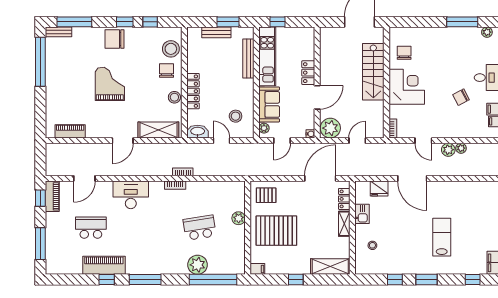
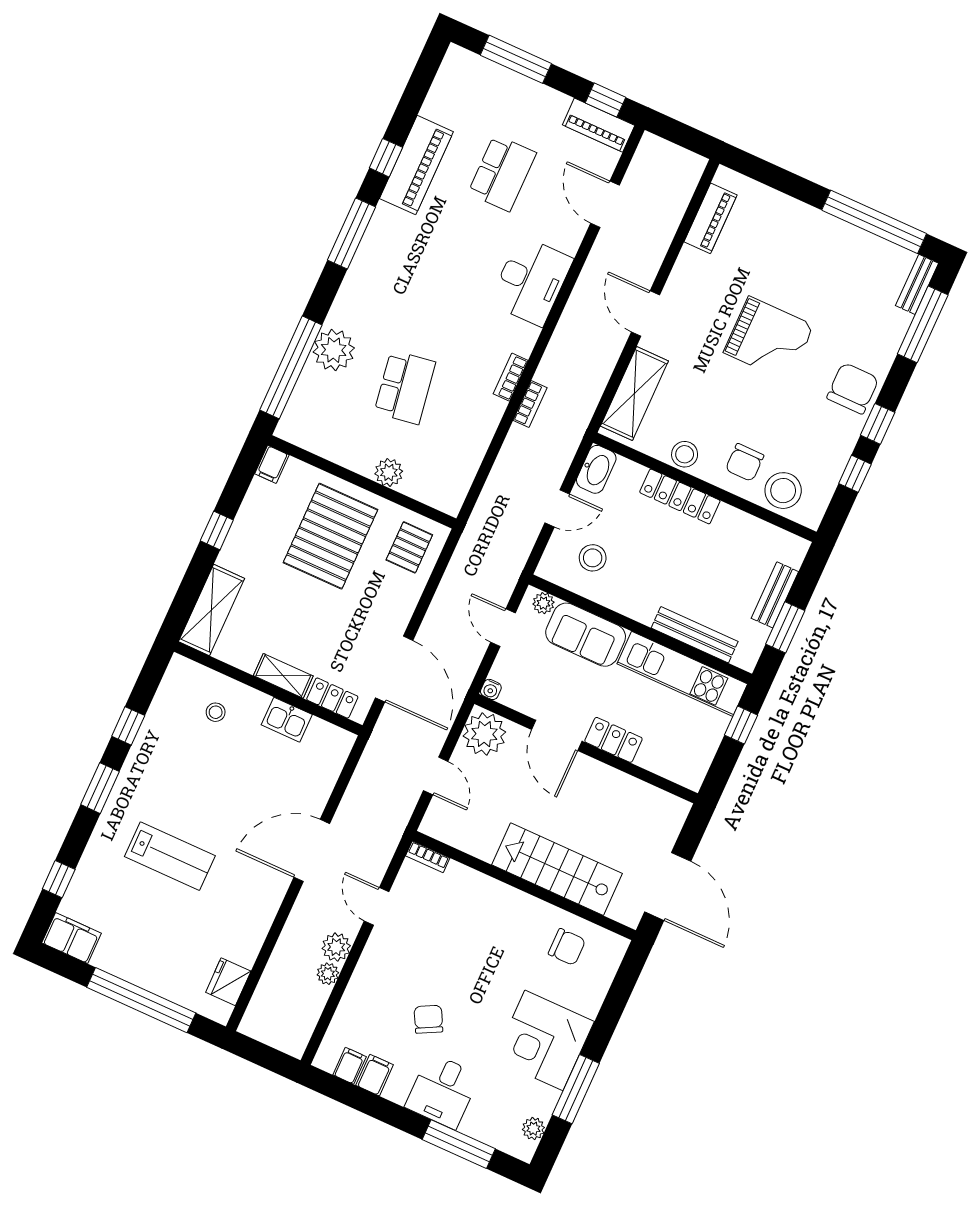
chair: (166, 70) -> (745, 462), turned 90
corner desk: (407, 87) -> (544, 1040), moved, turned 90
door: (423, 141) -> (377, 906), hinge flipped
fridge: (379, 189) -> (228, 982), moved

